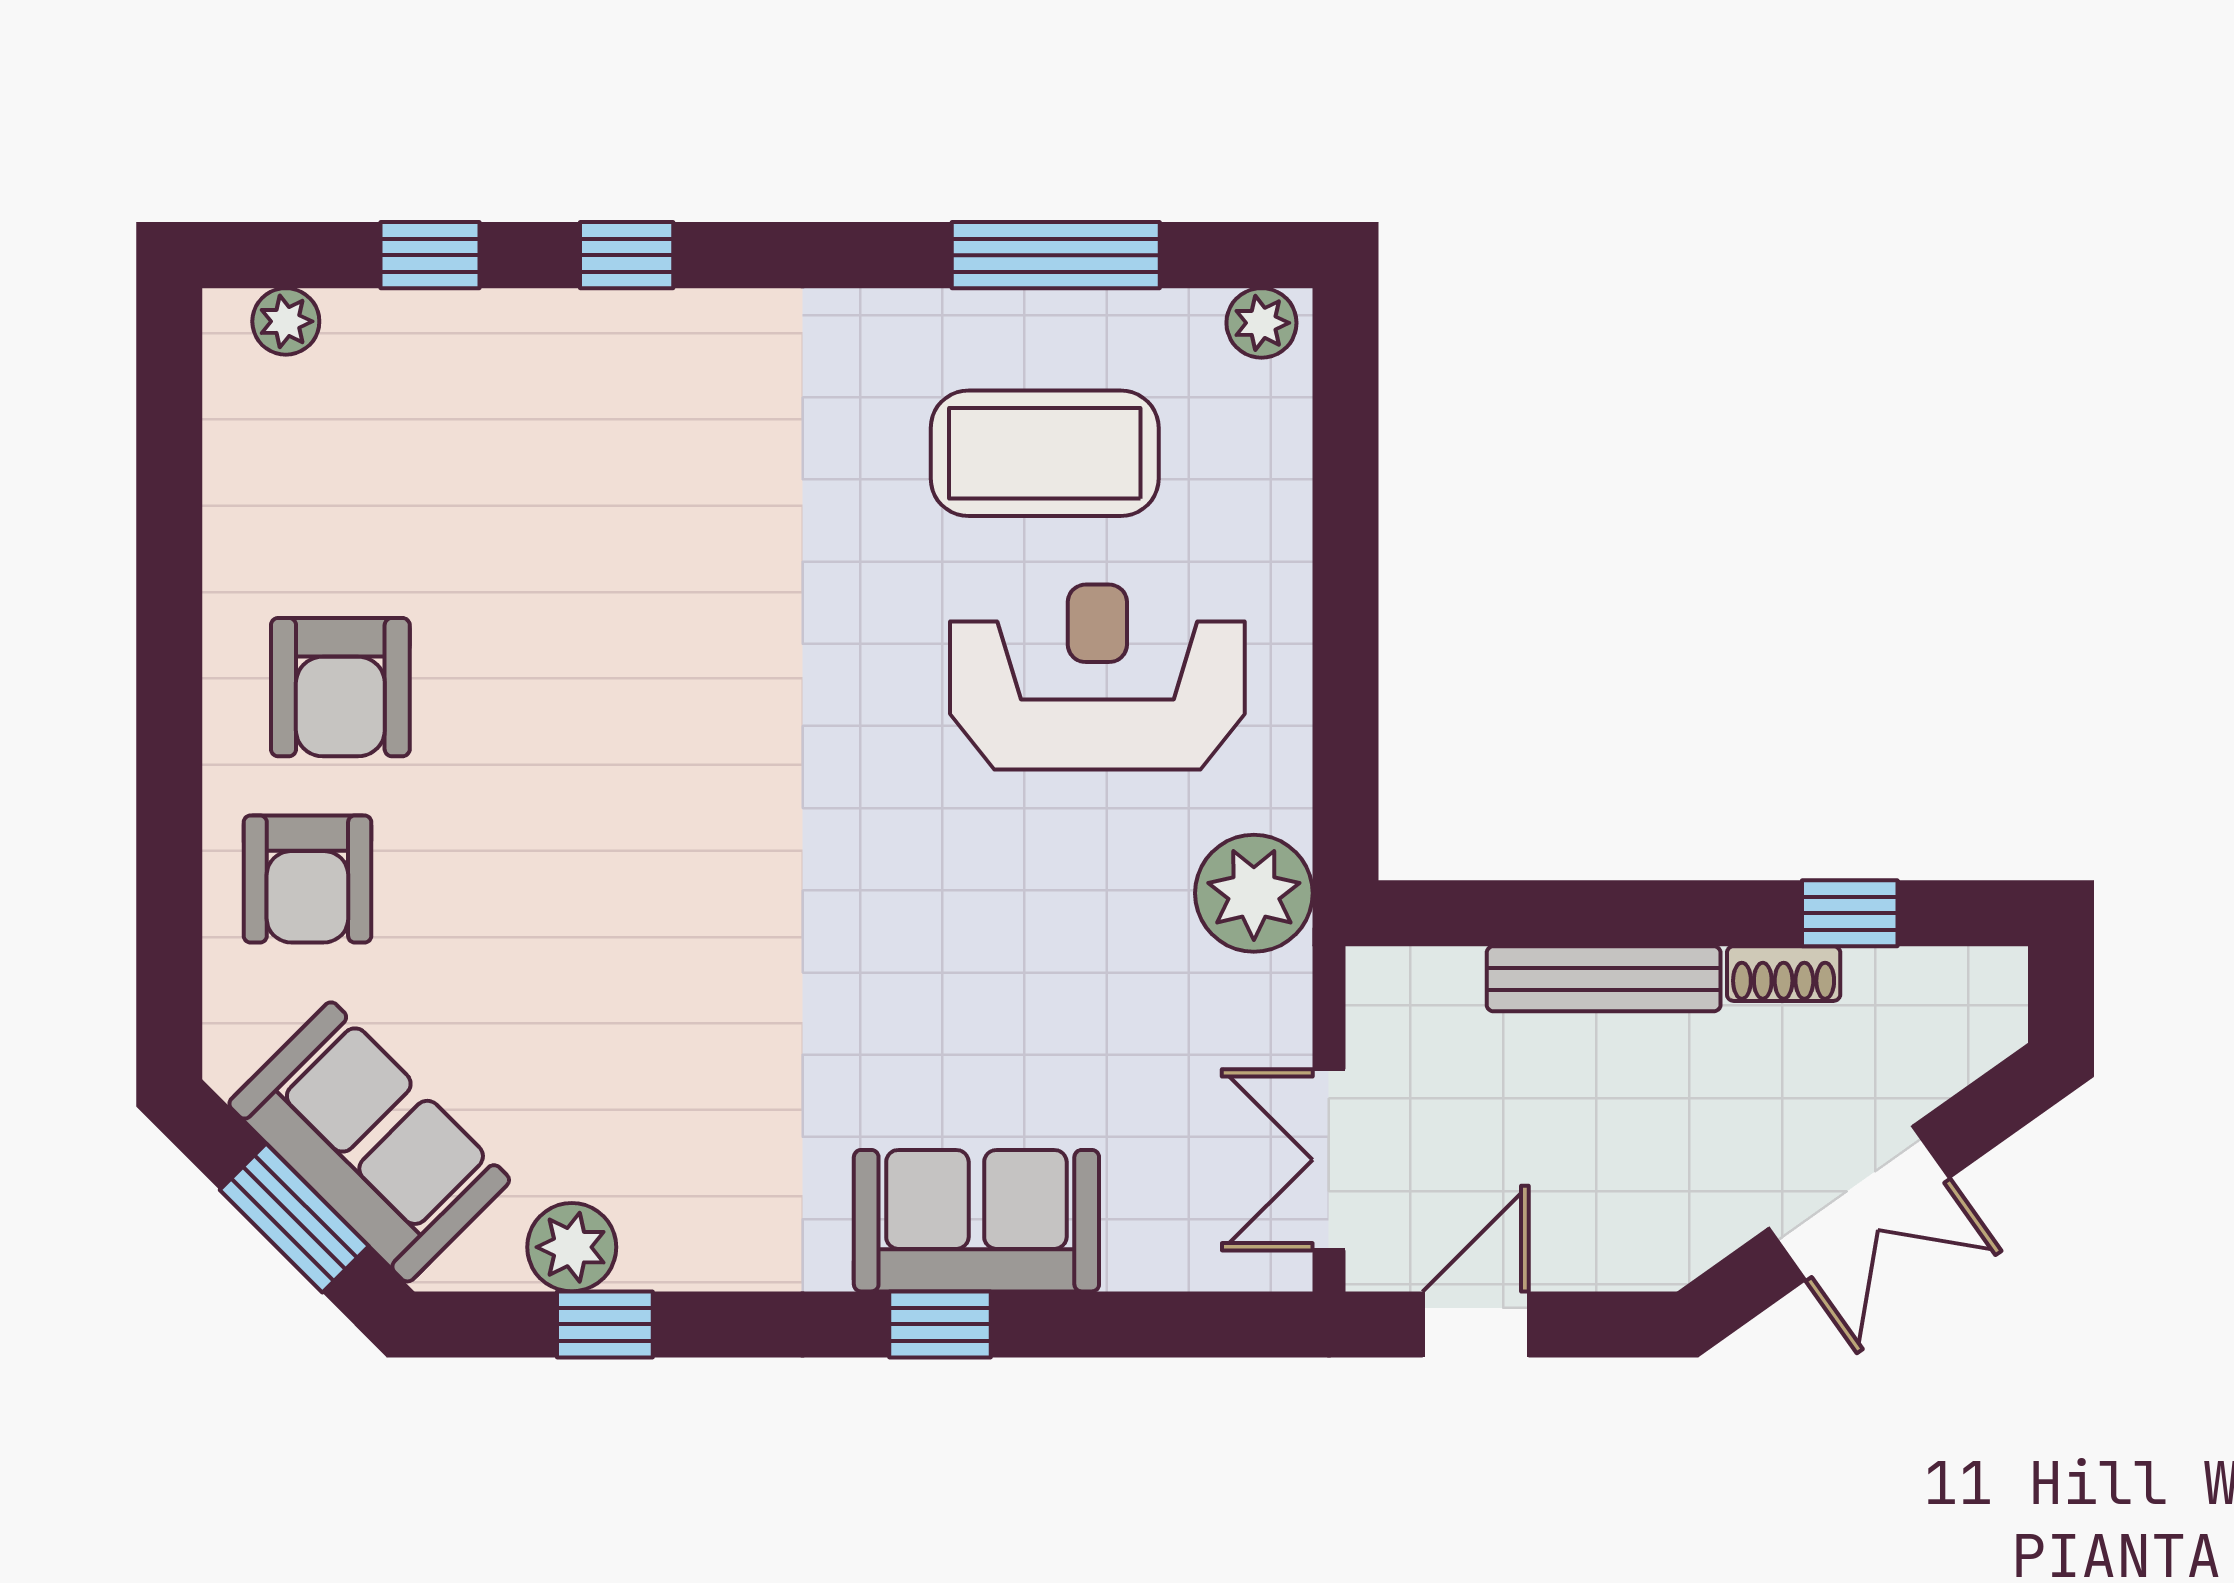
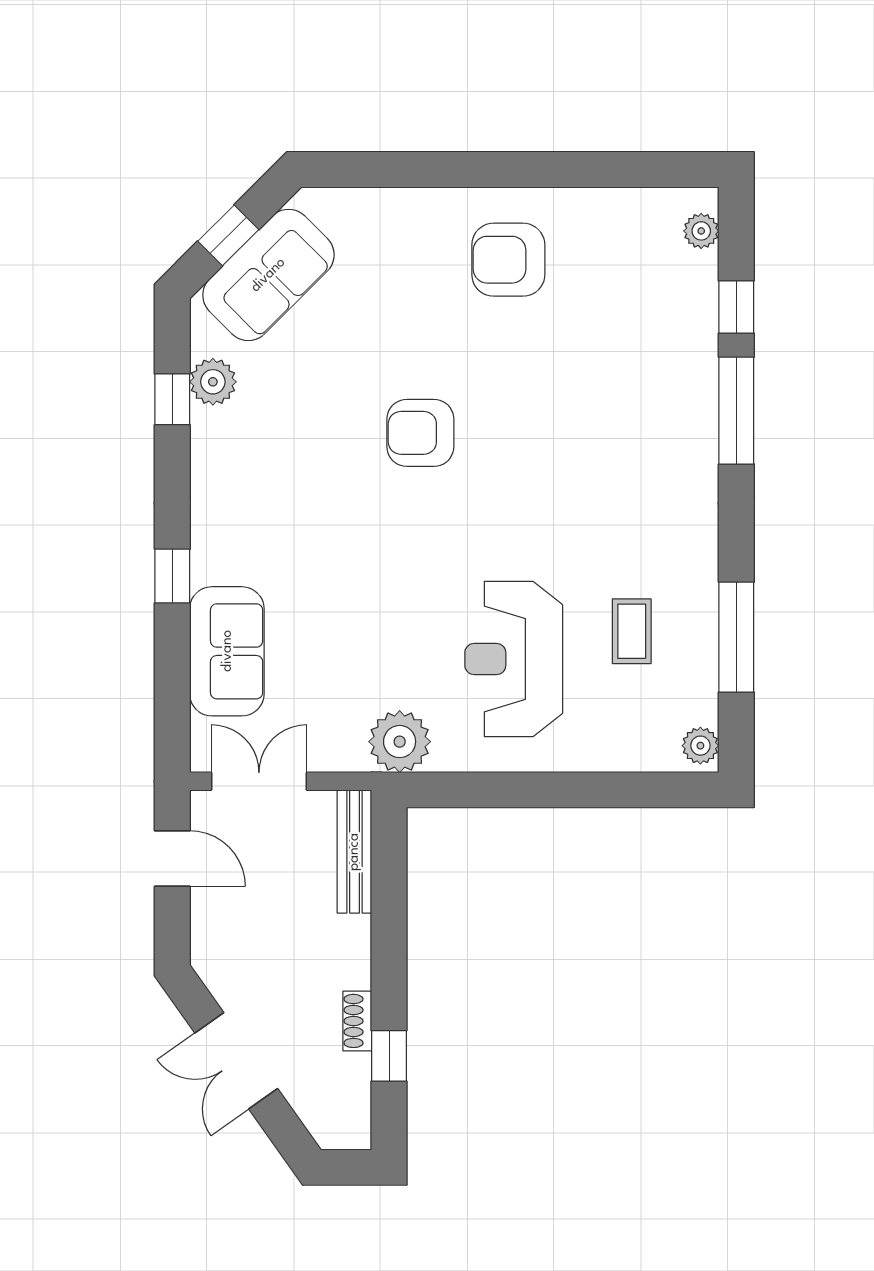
window: (627, 255) -> (736, 411), width x2.17
coffee table: (1045, 453) -> (632, 631), width x0.54, depth x0.58
reception desk: (1097, 677) -> (514, 659), turned 180
armchair: (307, 879) -> (420, 433), moved
bench: (1604, 979) -> (354, 852), moved
window: (294, 1218) -> (228, 235), width x0.67
sofa: (976, 1221) -> (227, 651), moved

